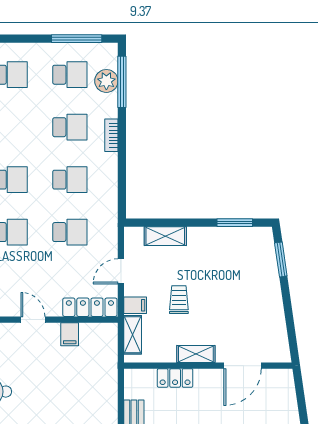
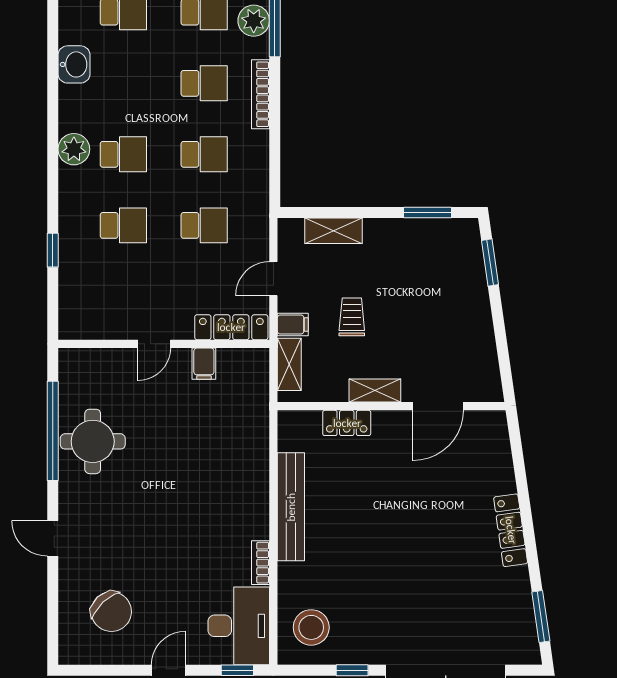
bookcase: (111, 135) -> (261, 94), width x1.56
door: (33, 320) -> (154, 344), swing flipped

